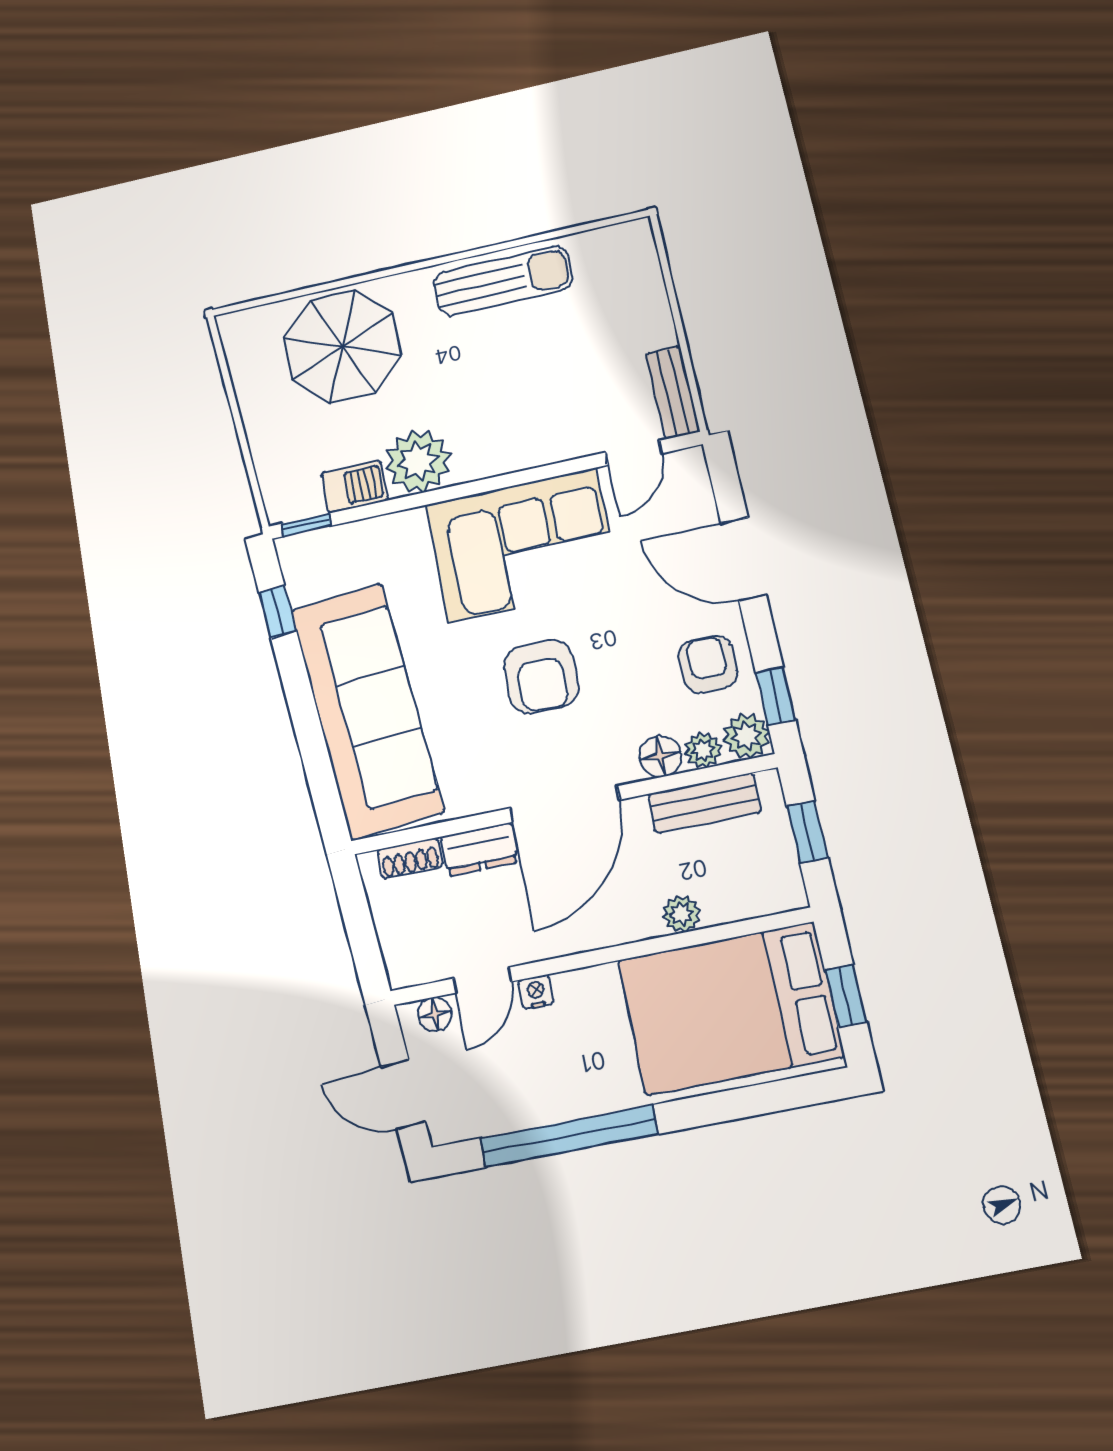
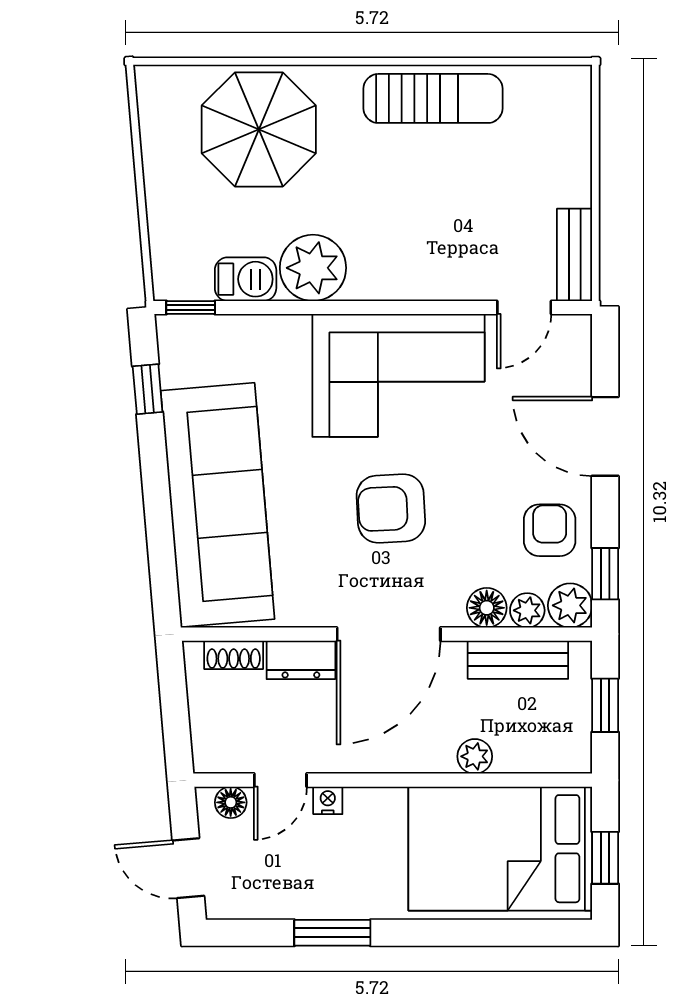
armchair: (541, 677) -> (391, 508), turned 87
window: (569, 1136) -> (332, 933), width x0.47

